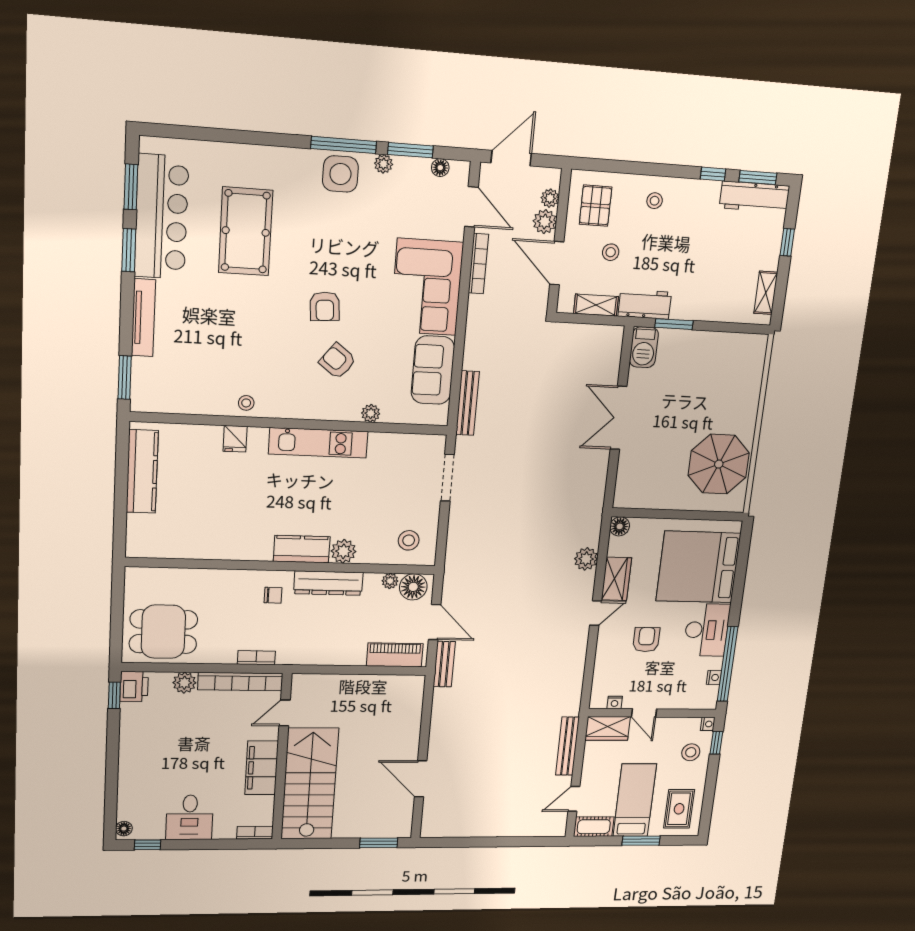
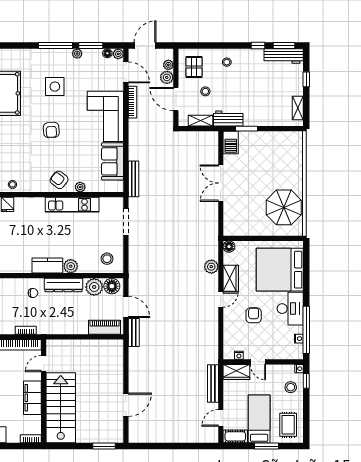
plant: (460, 170) -> (118, 54), added
side table: (340, 174) -> (55, 87), moved
armchair: (338, 361) -> (59, 180), moved
kitchen unit: (318, 443) -> (72, 205), moved
plant: (390, 581) -> (94, 287), width x1.88, depth x1.88
door: (421, 779) -> (126, 405), swing flipped

